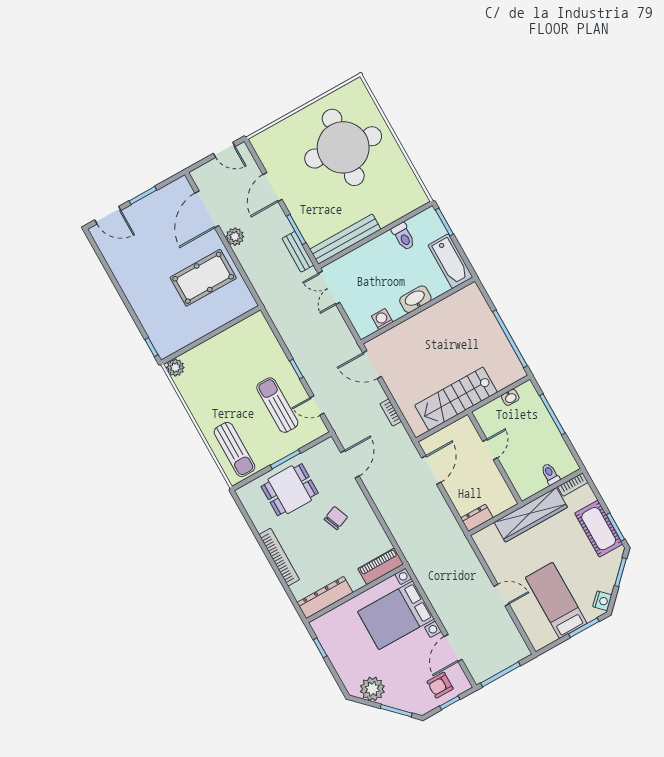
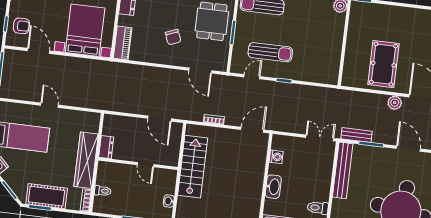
dresser: (477, 518) -> (106, 147), moved
door: (501, 595) -> (49, 105), swing flipped
armchair: (440, 685) -> (21, 26), turned 90

